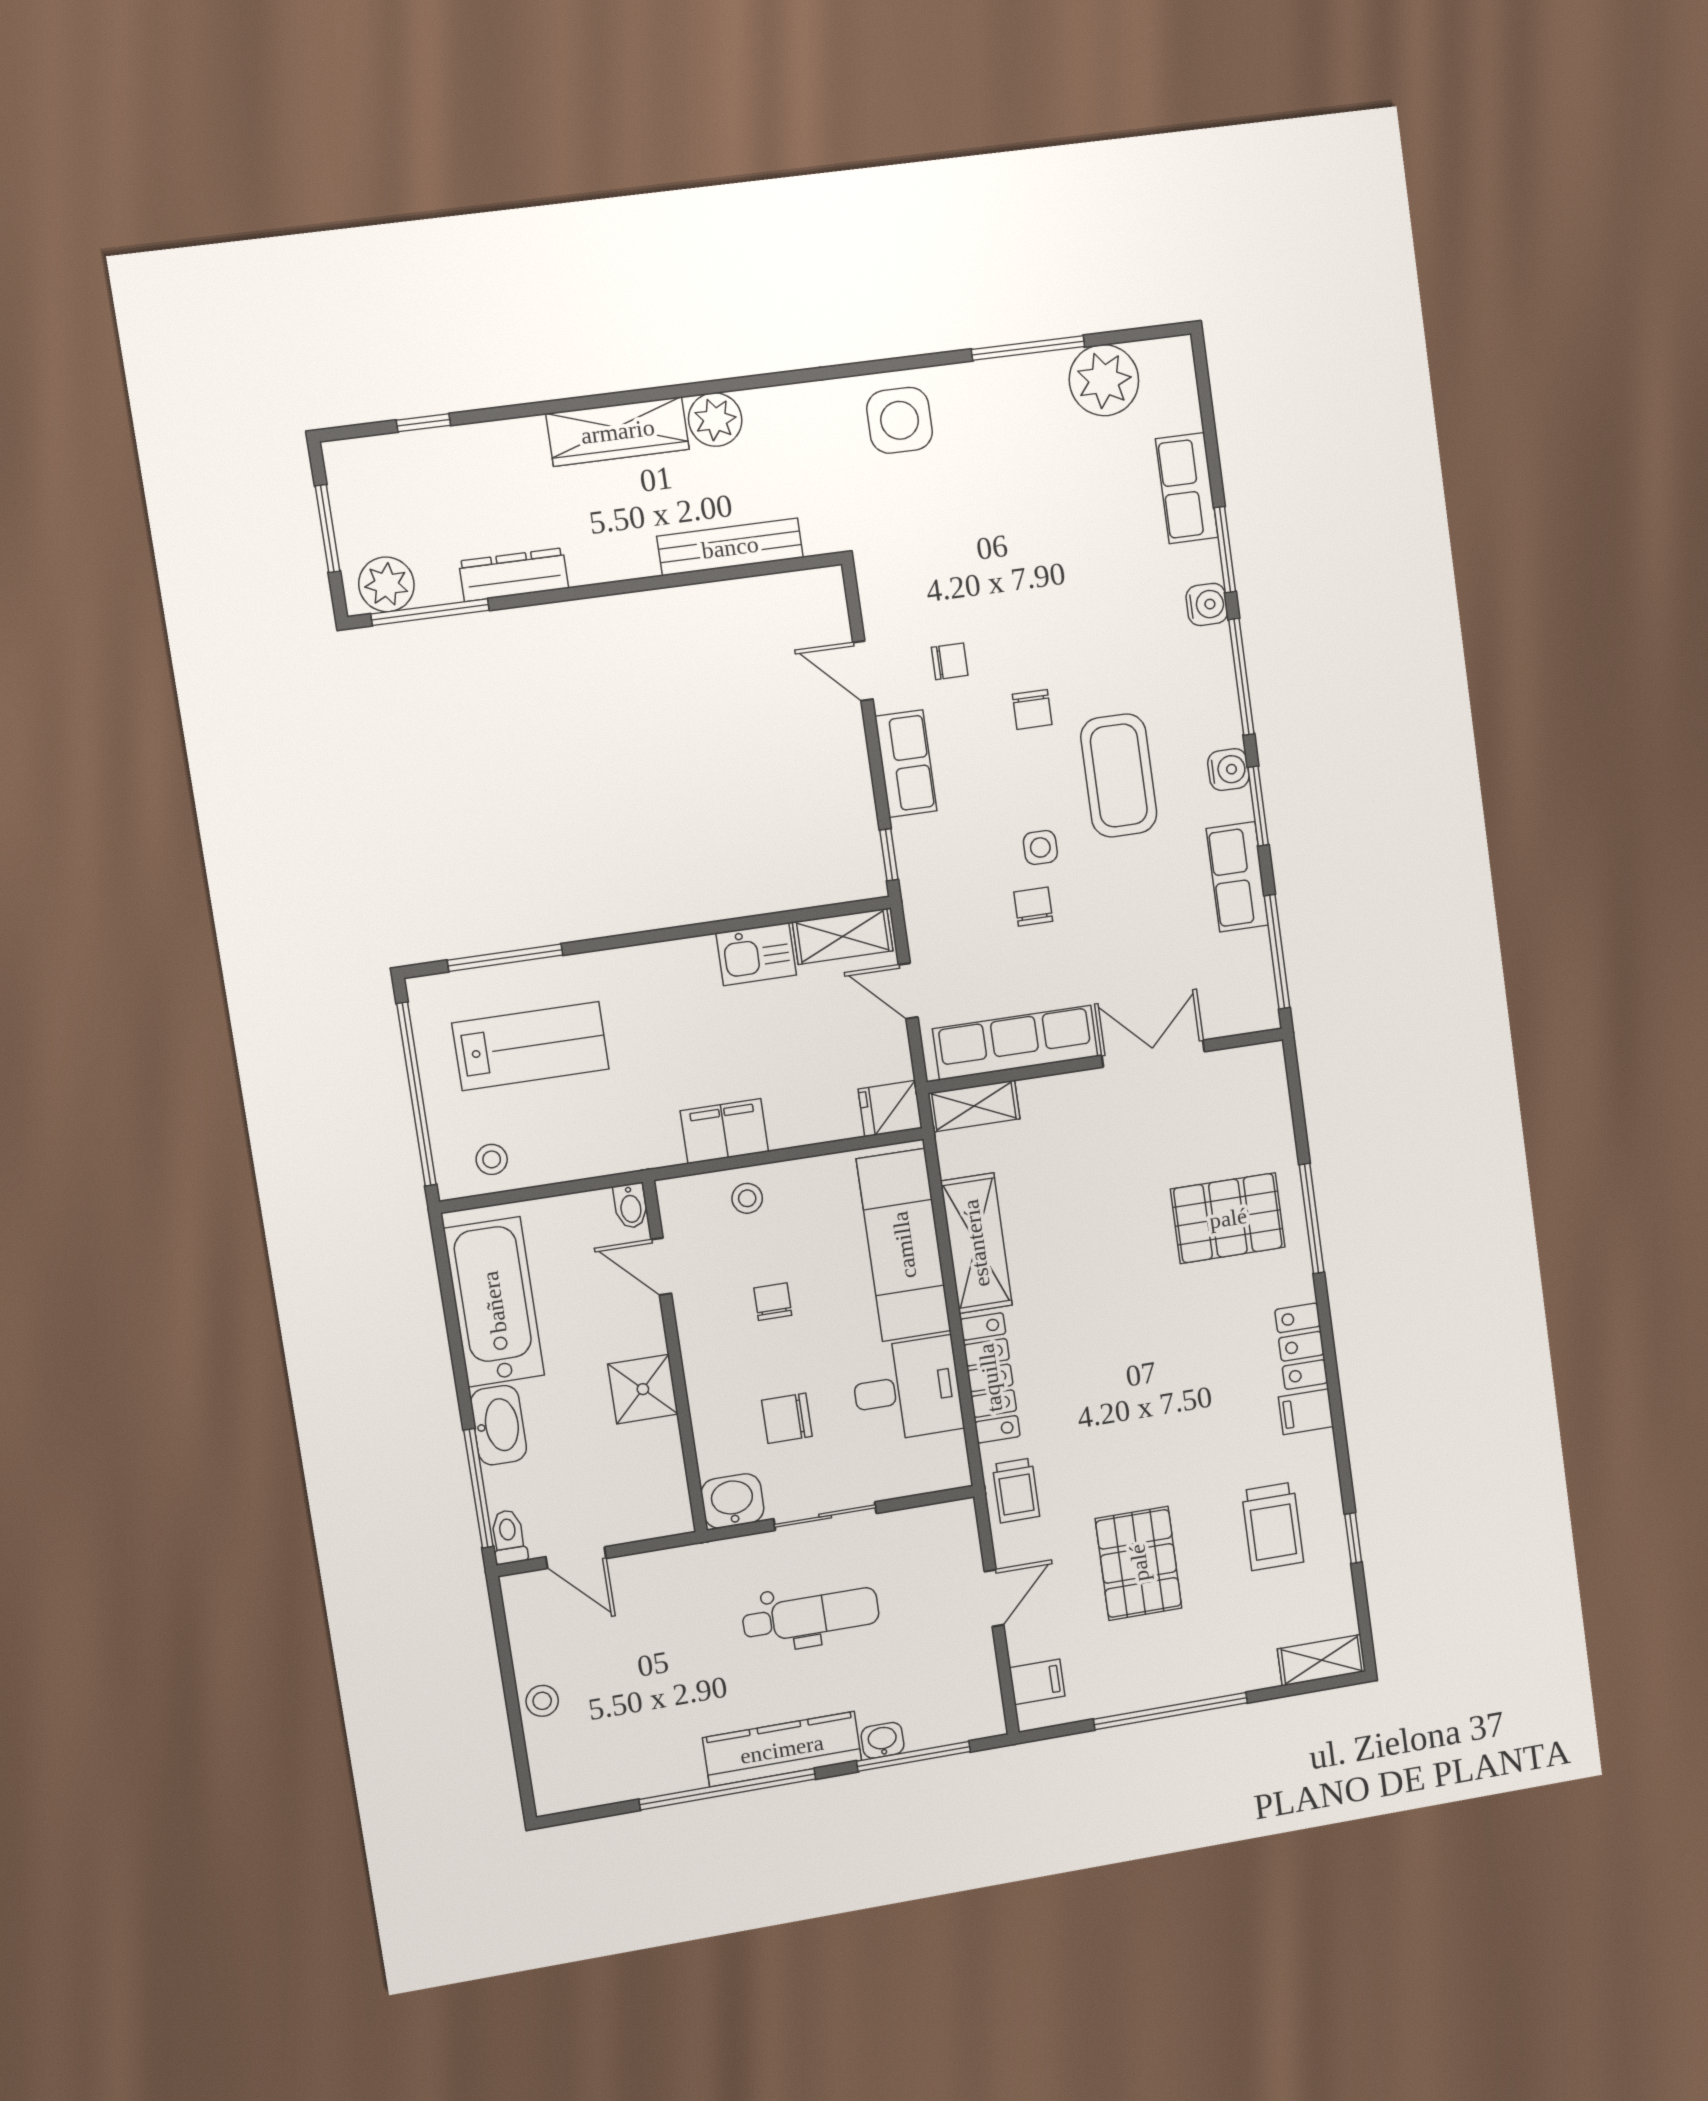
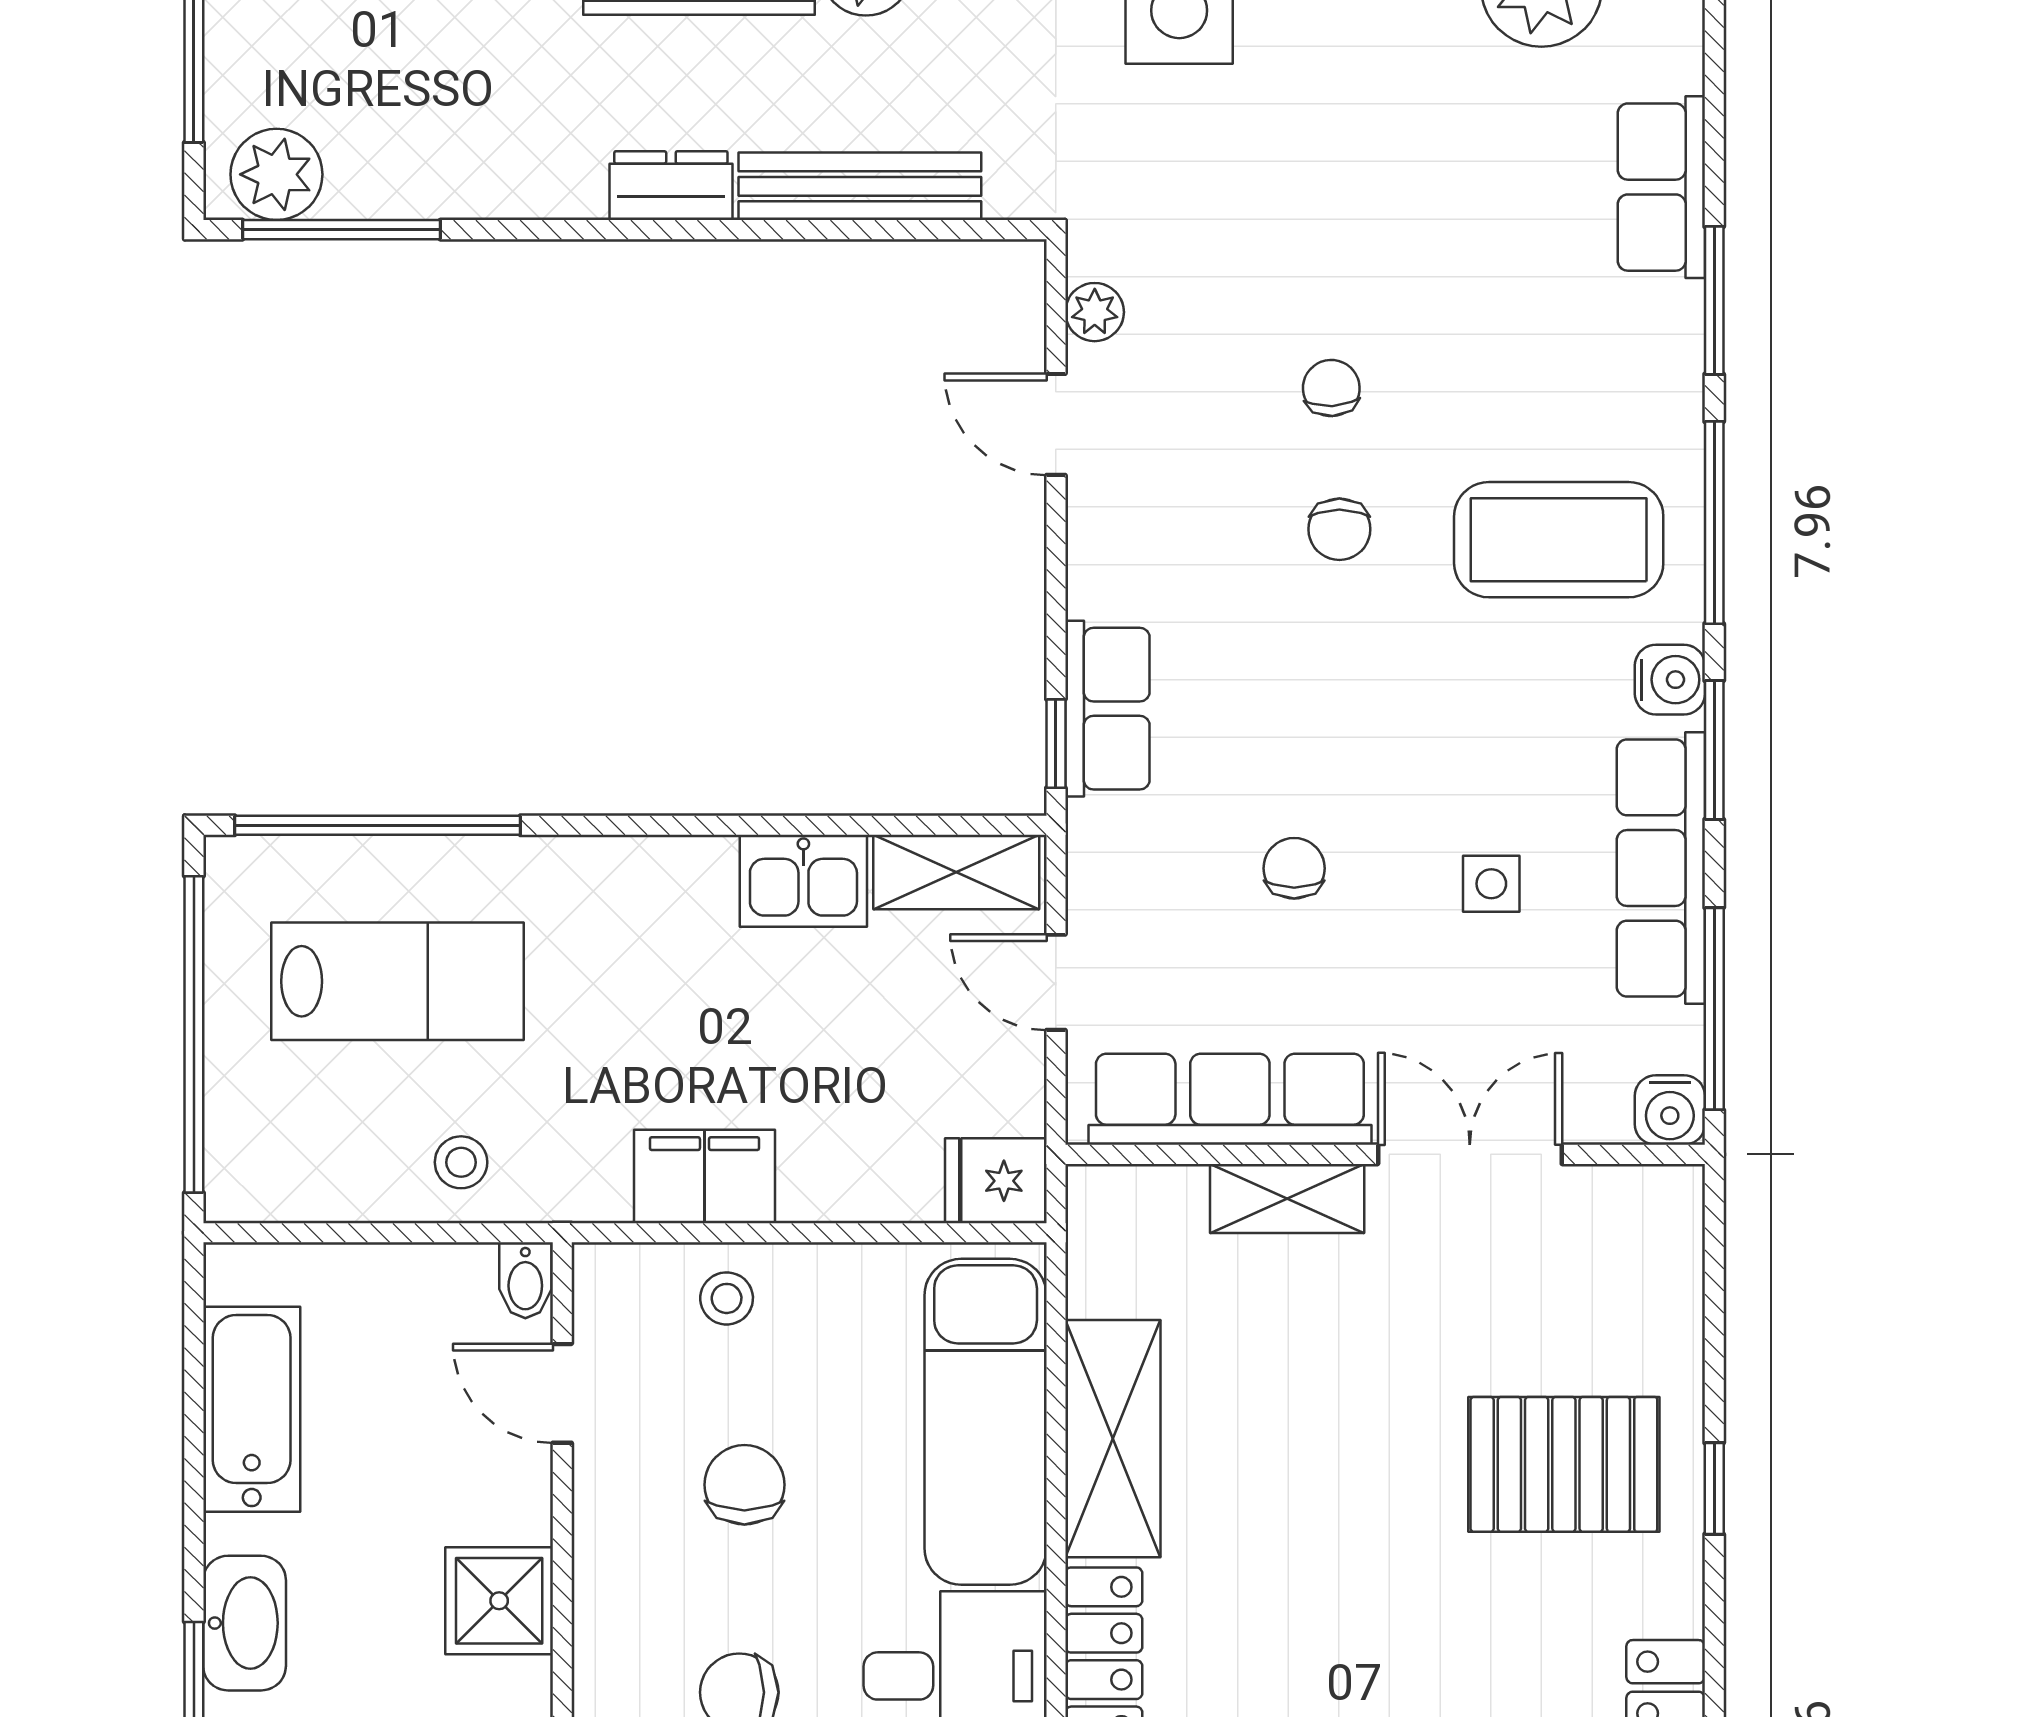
dresser: (514, 575) -> (671, 186), moved, width x0.70
plant: (876, 603) -> (1095, 312), added
water cooler: (1207, 604) -> (1670, 1110), moved, turned 90
chair: (950, 661) -> (1331, 388), moved, turned -93
row of seats: (906, 764) -> (1107, 709), moved
coffee table: (1119, 776) -> (1559, 540), moved, turned 90
side table: (1040, 847) -> (1491, 884), moved
row of seats: (1237, 877) -> (1661, 868), width x1.48
window: (505, 958) -> (377, 825), width x1.46
shelving: (974, 1106) -> (1287, 1198), moved
stool: (492, 1159) -> (461, 1162), moved
window: (1312, 1218) -> (1714, 1489), width x0.46
bathtub: (494, 1302) -> (252, 1409), width x0.73, depth x0.73
chair: (773, 1302) -> (744, 1485), width x1.37, depth x1.37

